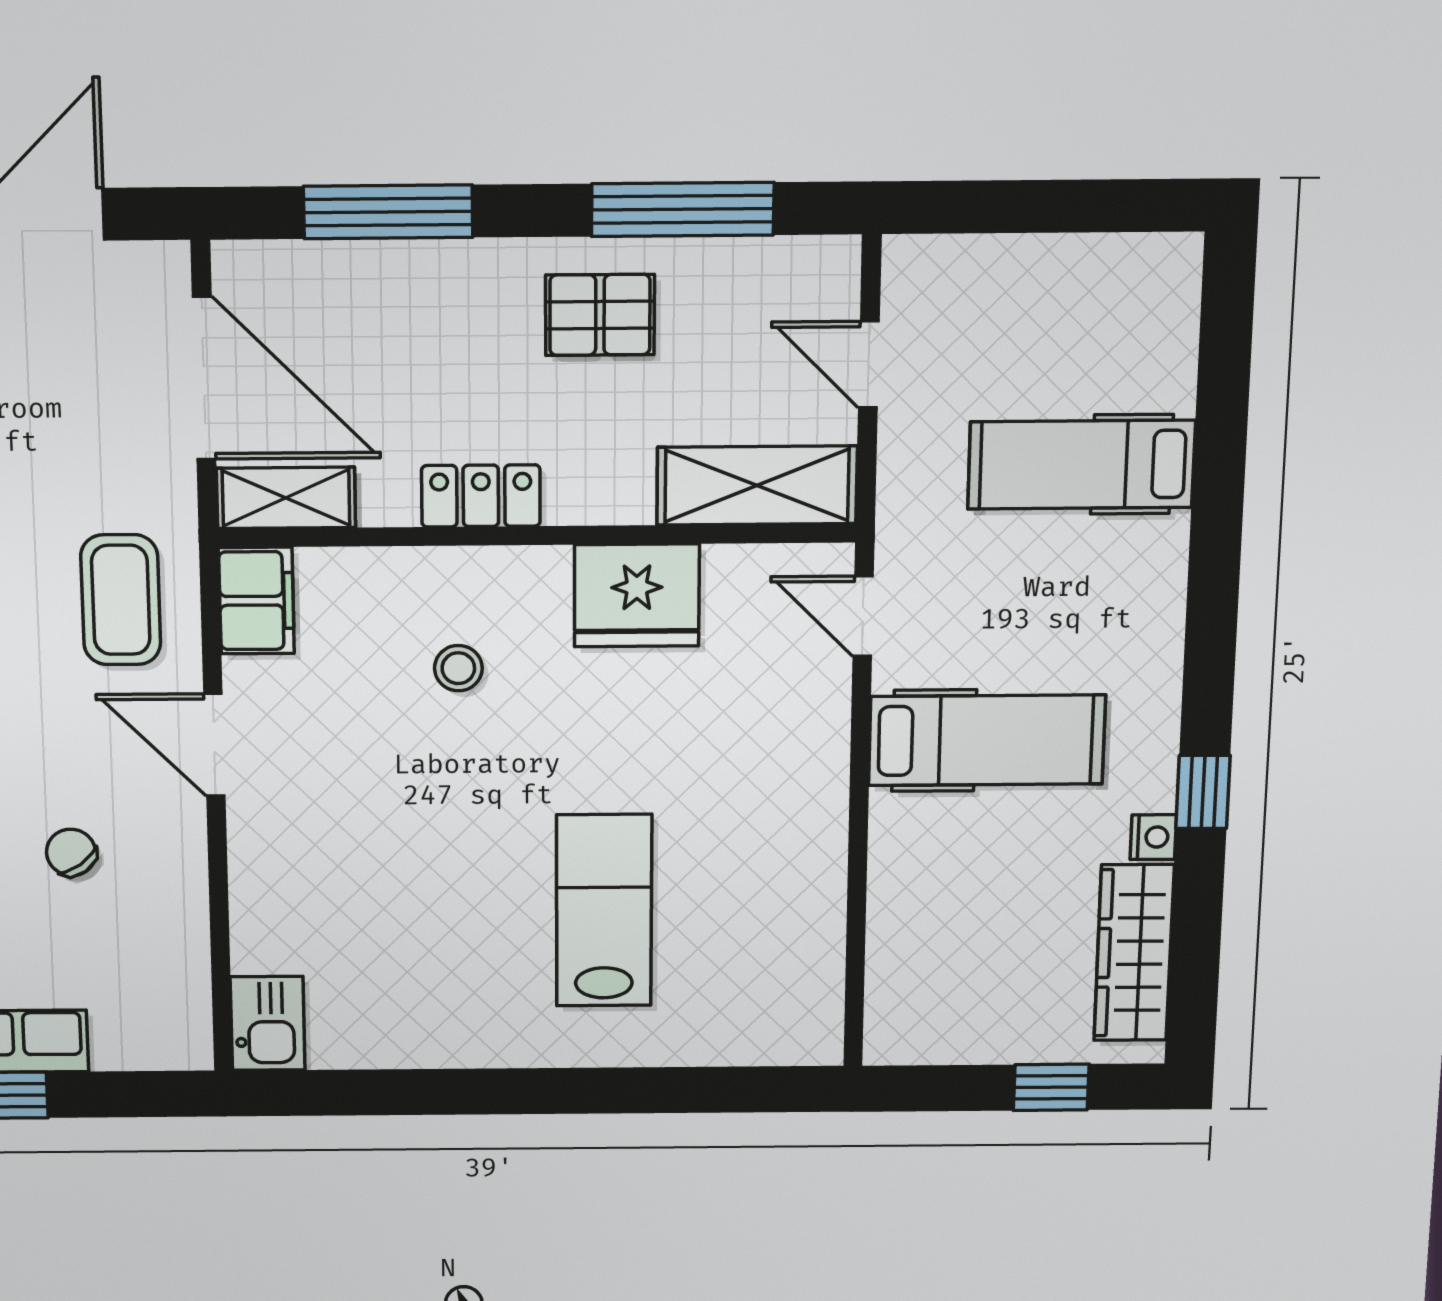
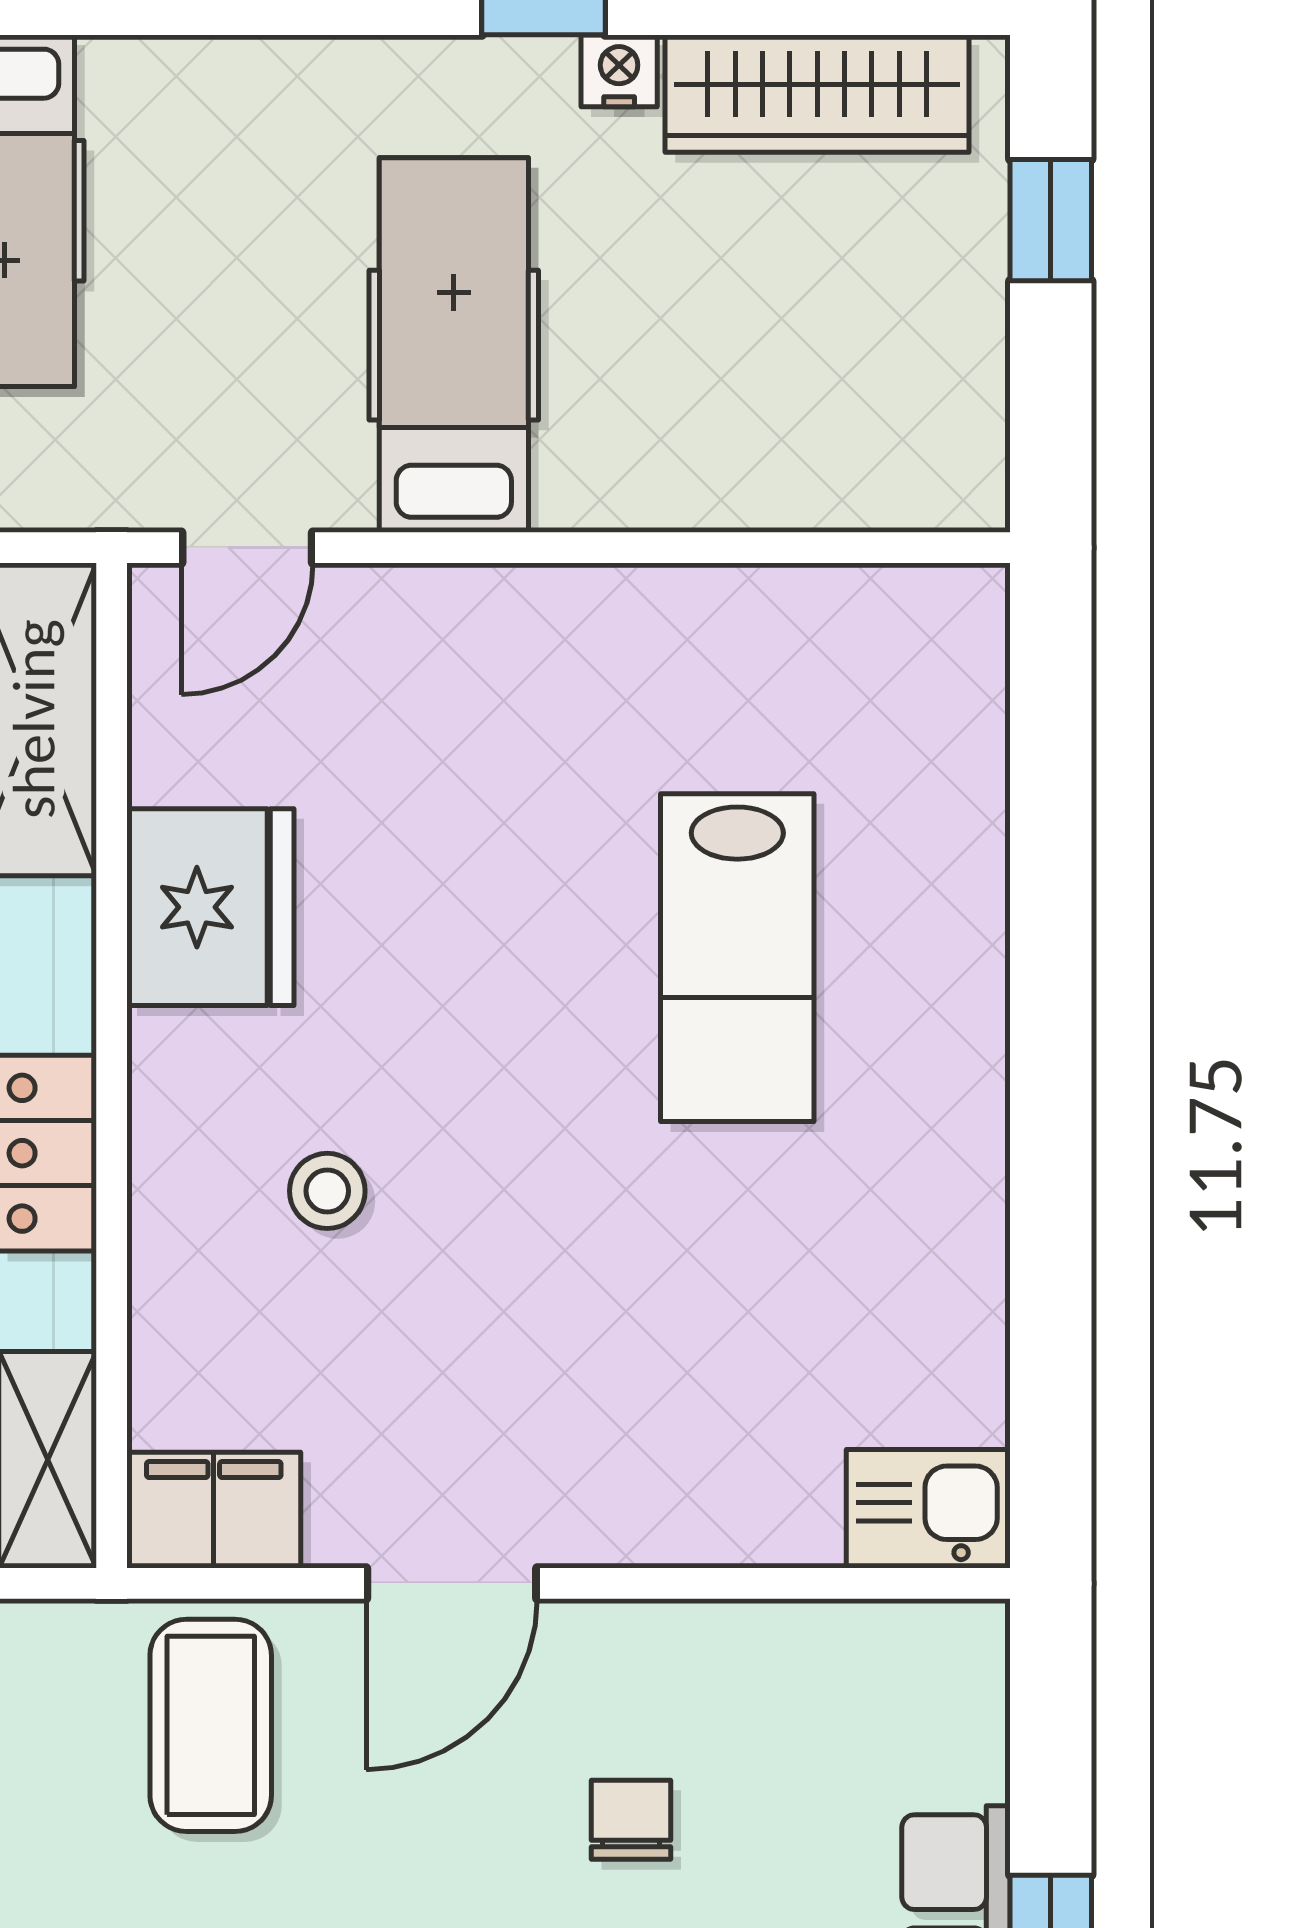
coffee table: (121, 600) -> (211, 1725), turned 90
chair: (71, 852) -> (631, 1820), turned 126
lab bench: (604, 911) -> (737, 958), turned -90

